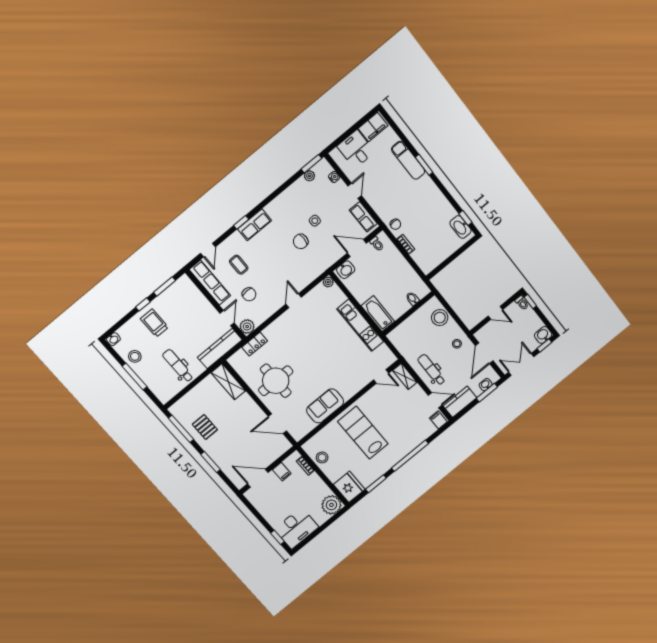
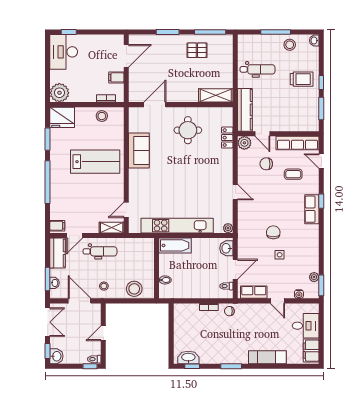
window: (424, 165) -> (231, 366), moved
kitchen unit: (360, 325) -> (177, 226), width x1.36
round table: (276, 381) -> (188, 130), width x0.73, depth x0.73

